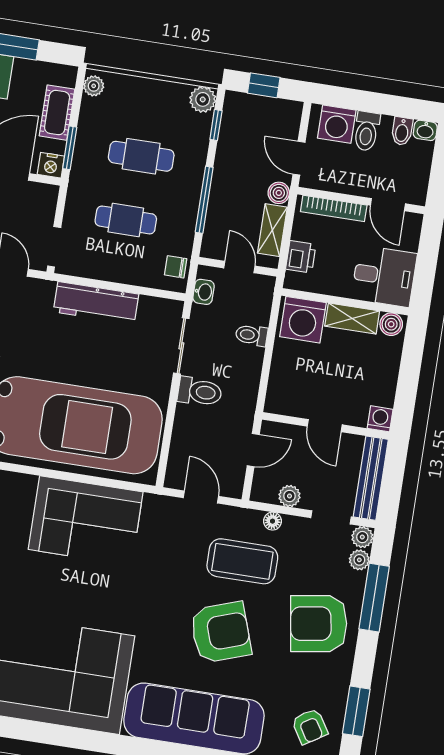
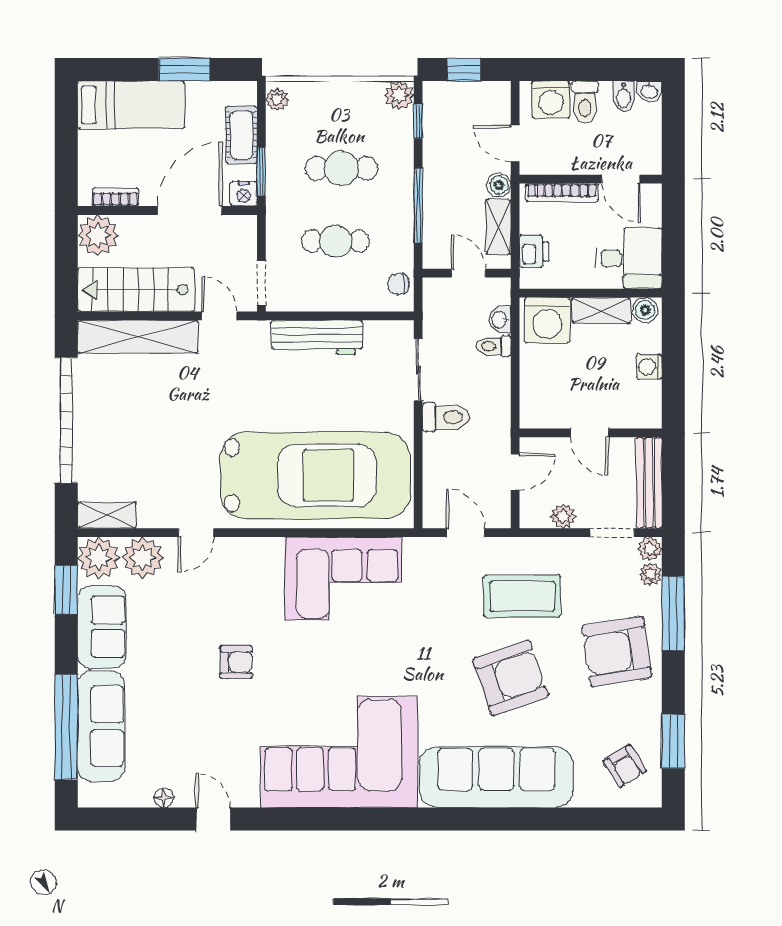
washbasin: (204, 292) -> (500, 320), moved, turned 180
washing machine: (380, 419) -> (649, 367), moved, turned -90
floor lamp: (273, 521) -> (549, 547), removed

